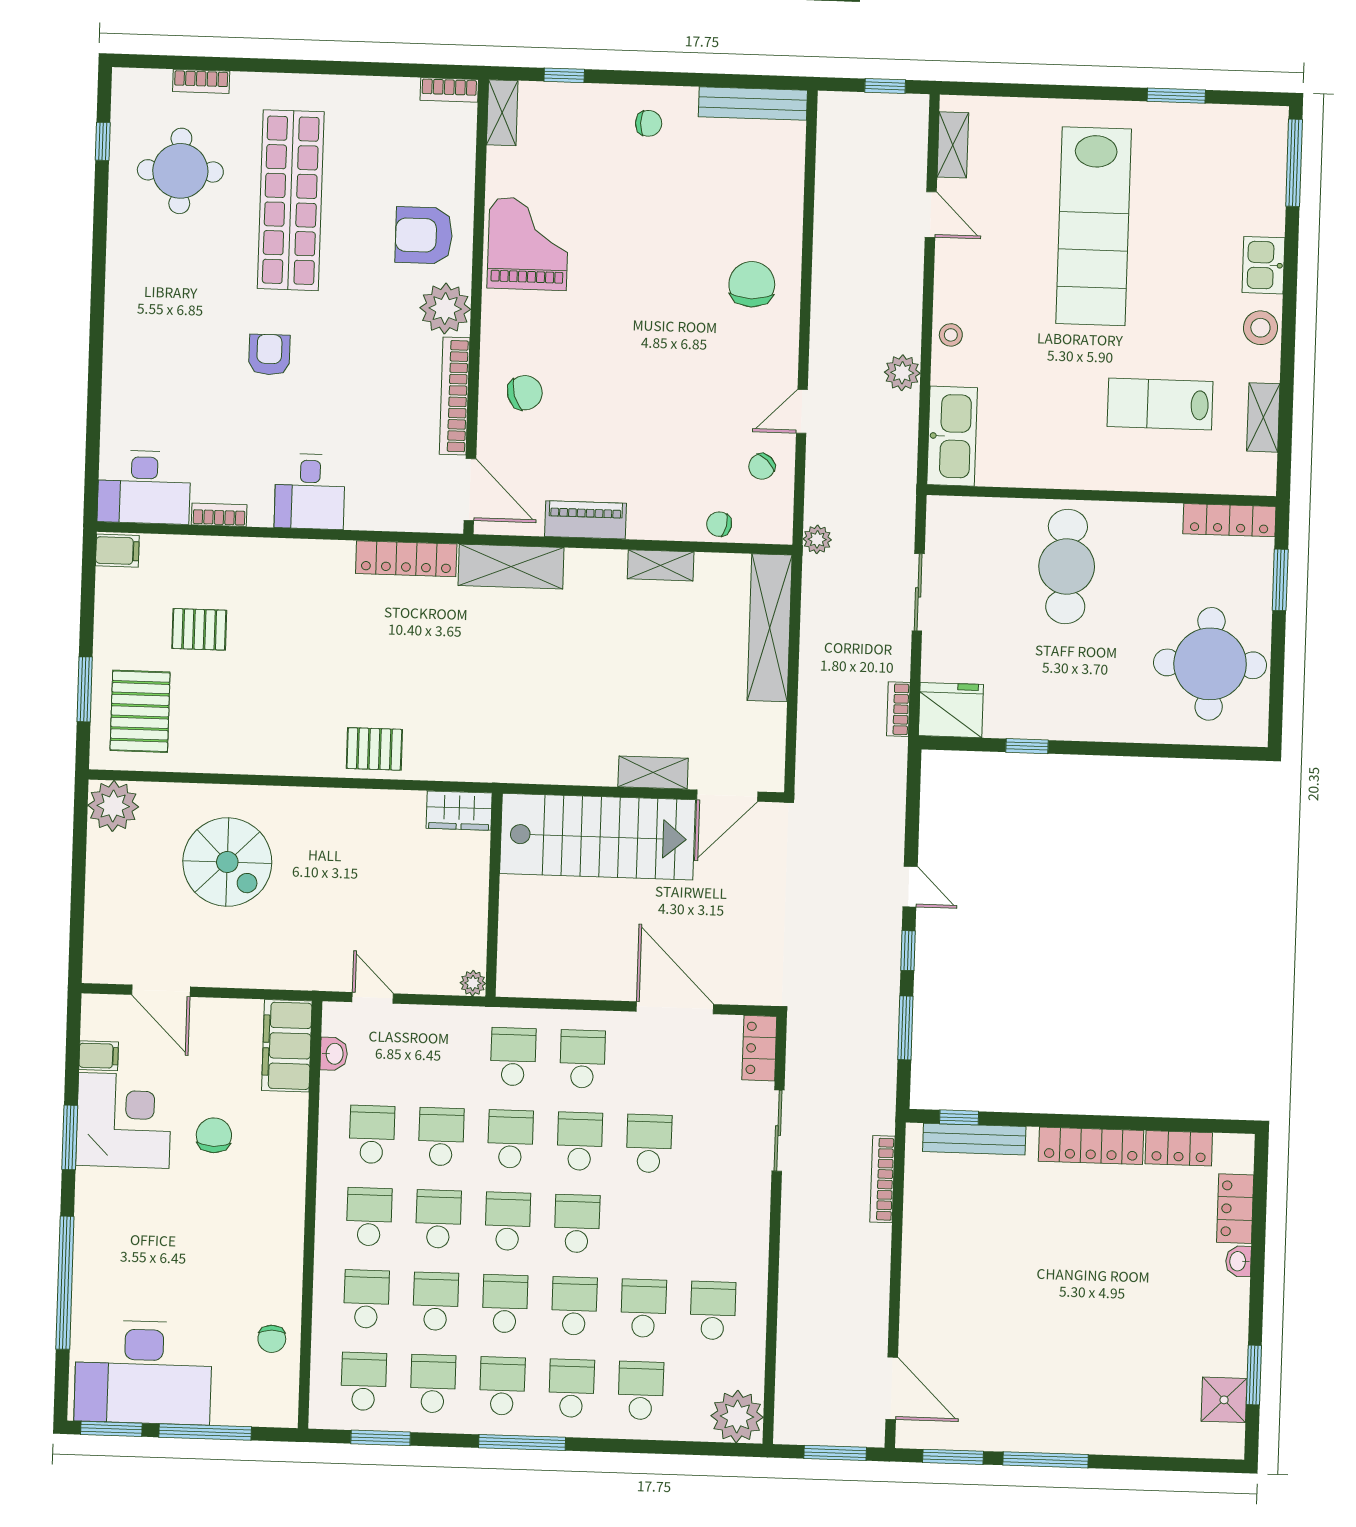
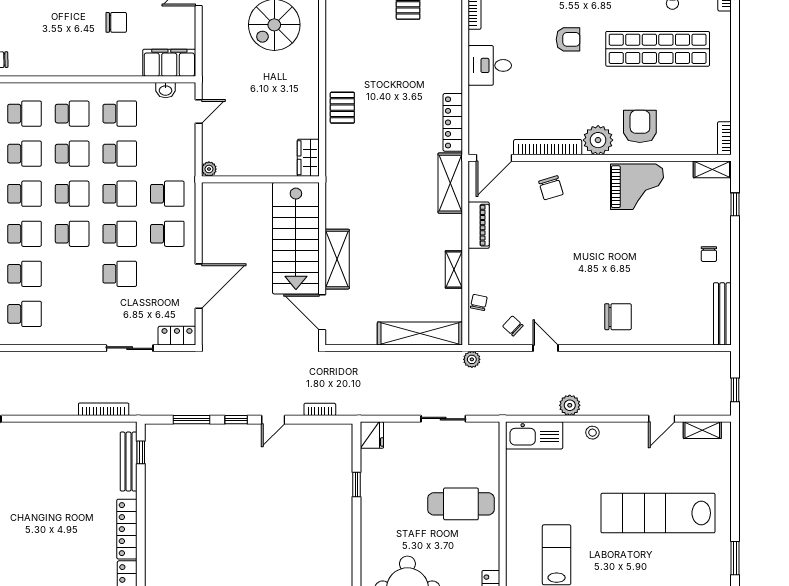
bookcase: (898, 709) -> (320, 409), moved
fridge: (951, 710) -> (372, 435), width x0.73, depth x0.75
shelving: (653, 772) -> (337, 259), width x1.50, depth x1.33

